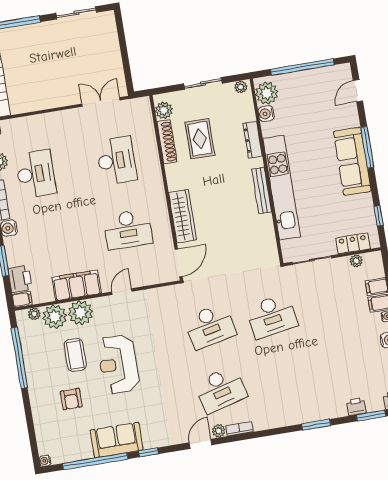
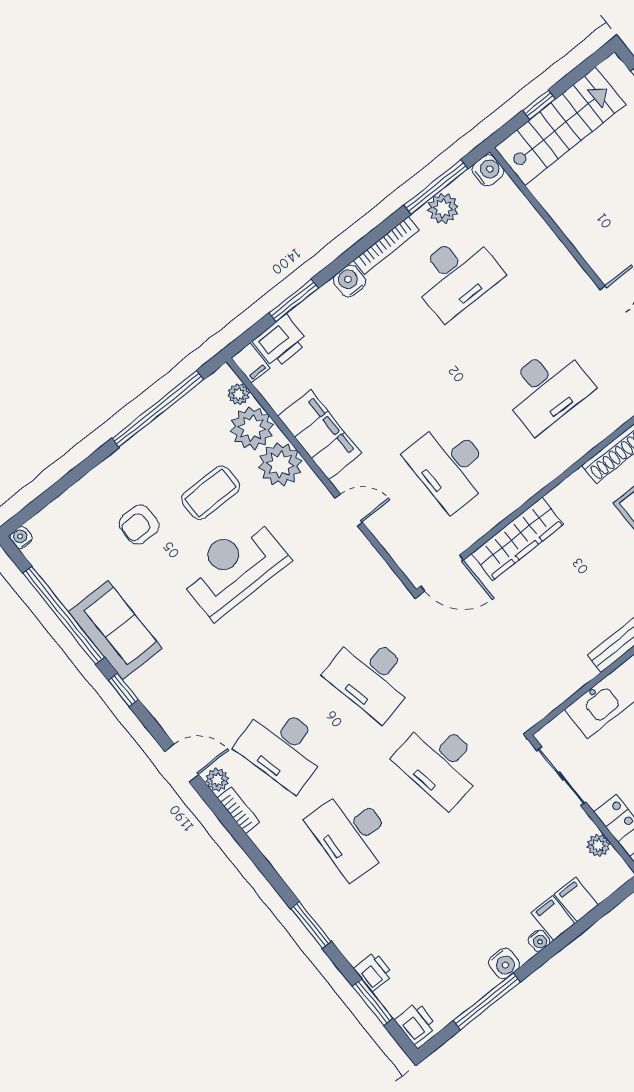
desk: (282, 379) -> (352, 833), added

